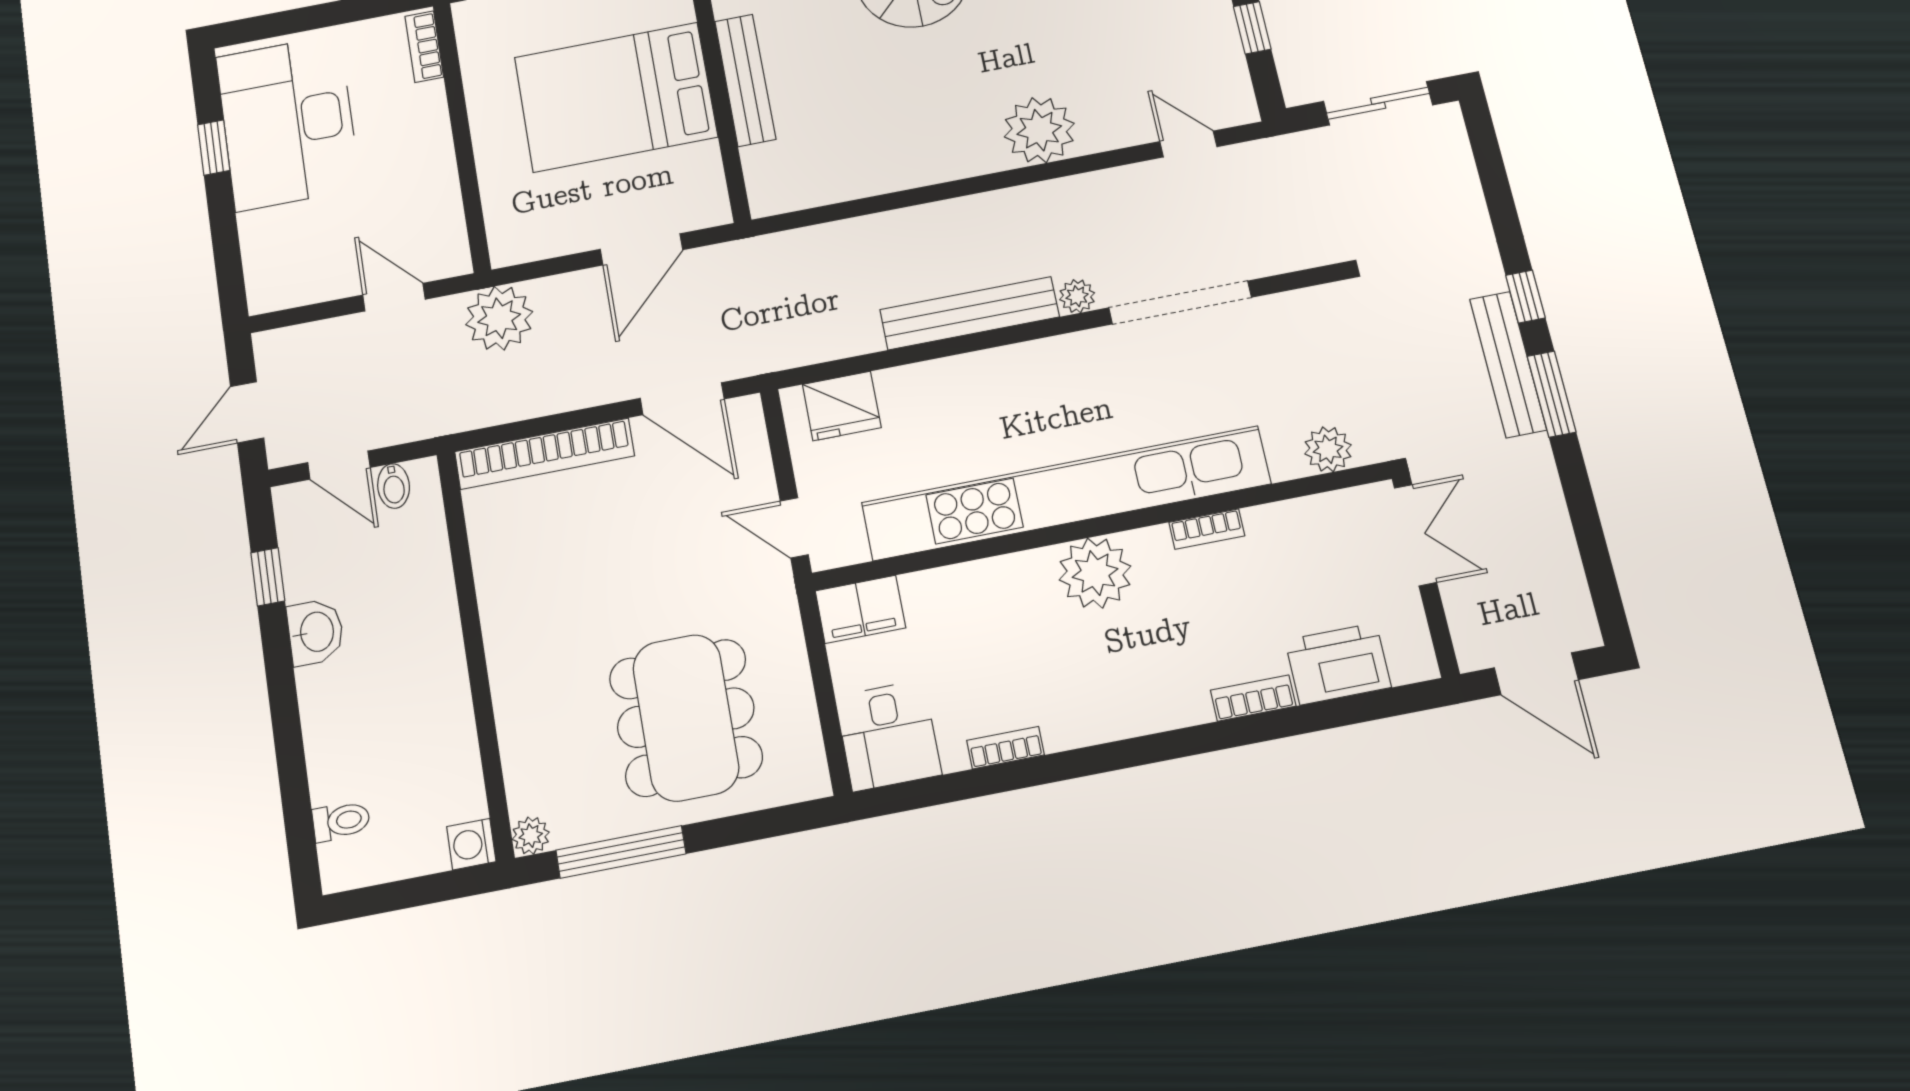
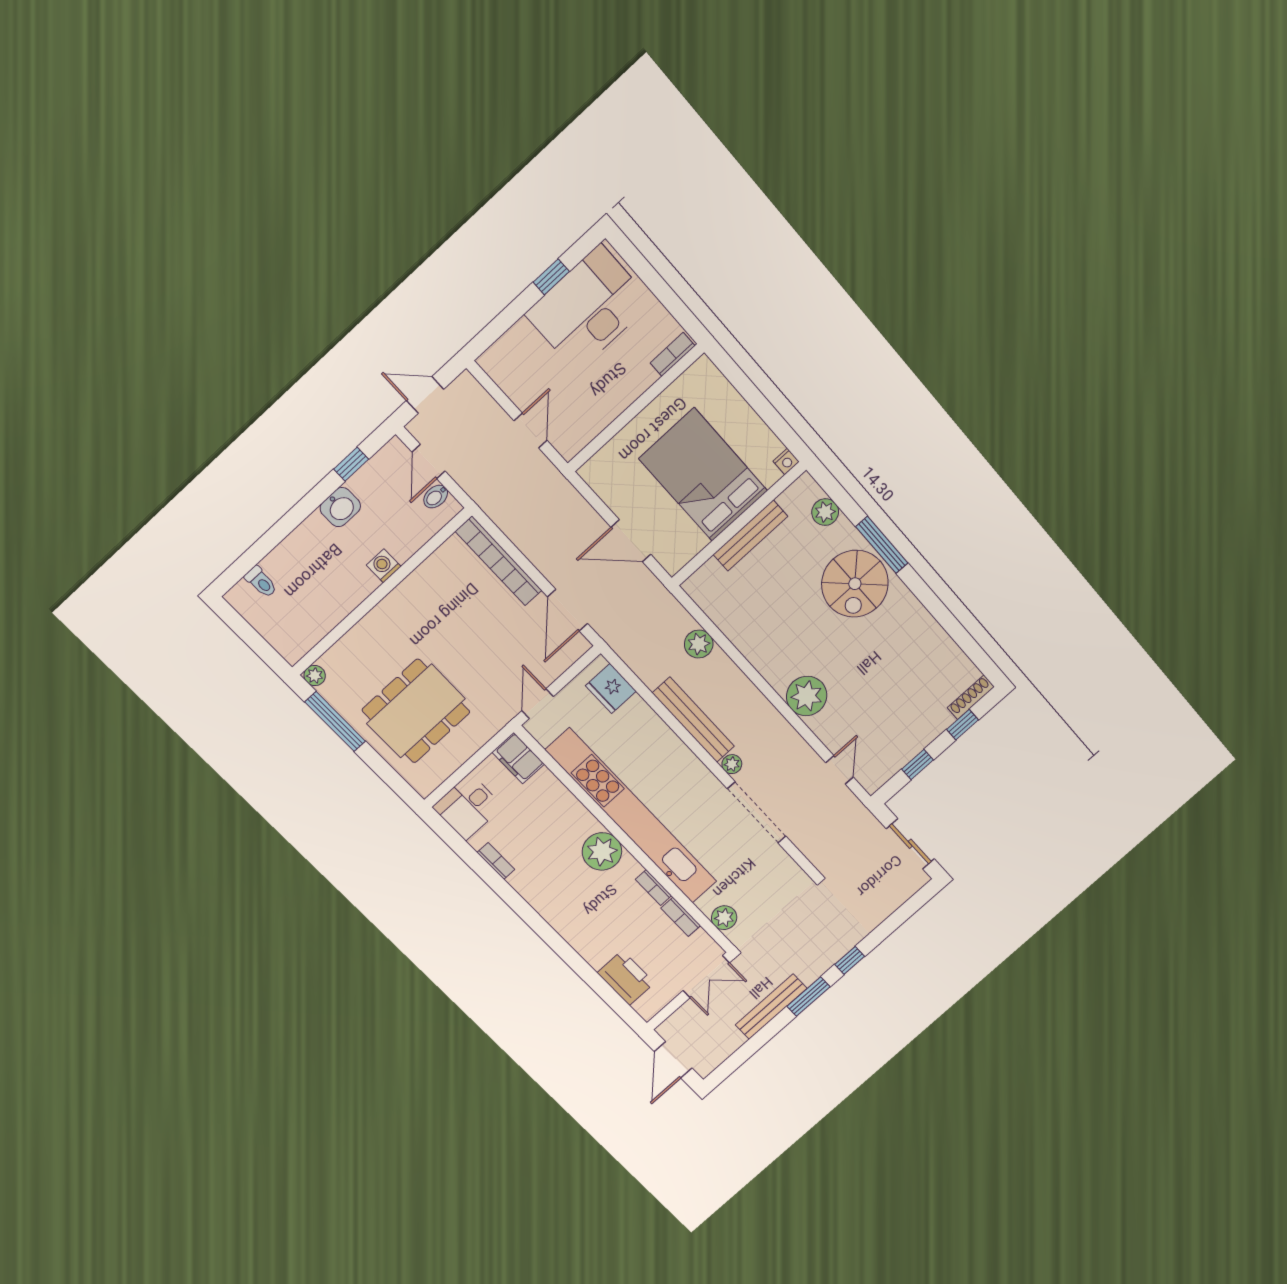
plant: (499, 318) -> (699, 644), moved, width x0.73, depth x0.73
bench: (1508, 364) -> (771, 1007), moved
bookcase: (1253, 698) -> (681, 917), moved, turned 180
washing machine: (471, 844) -> (384, 566), moved

